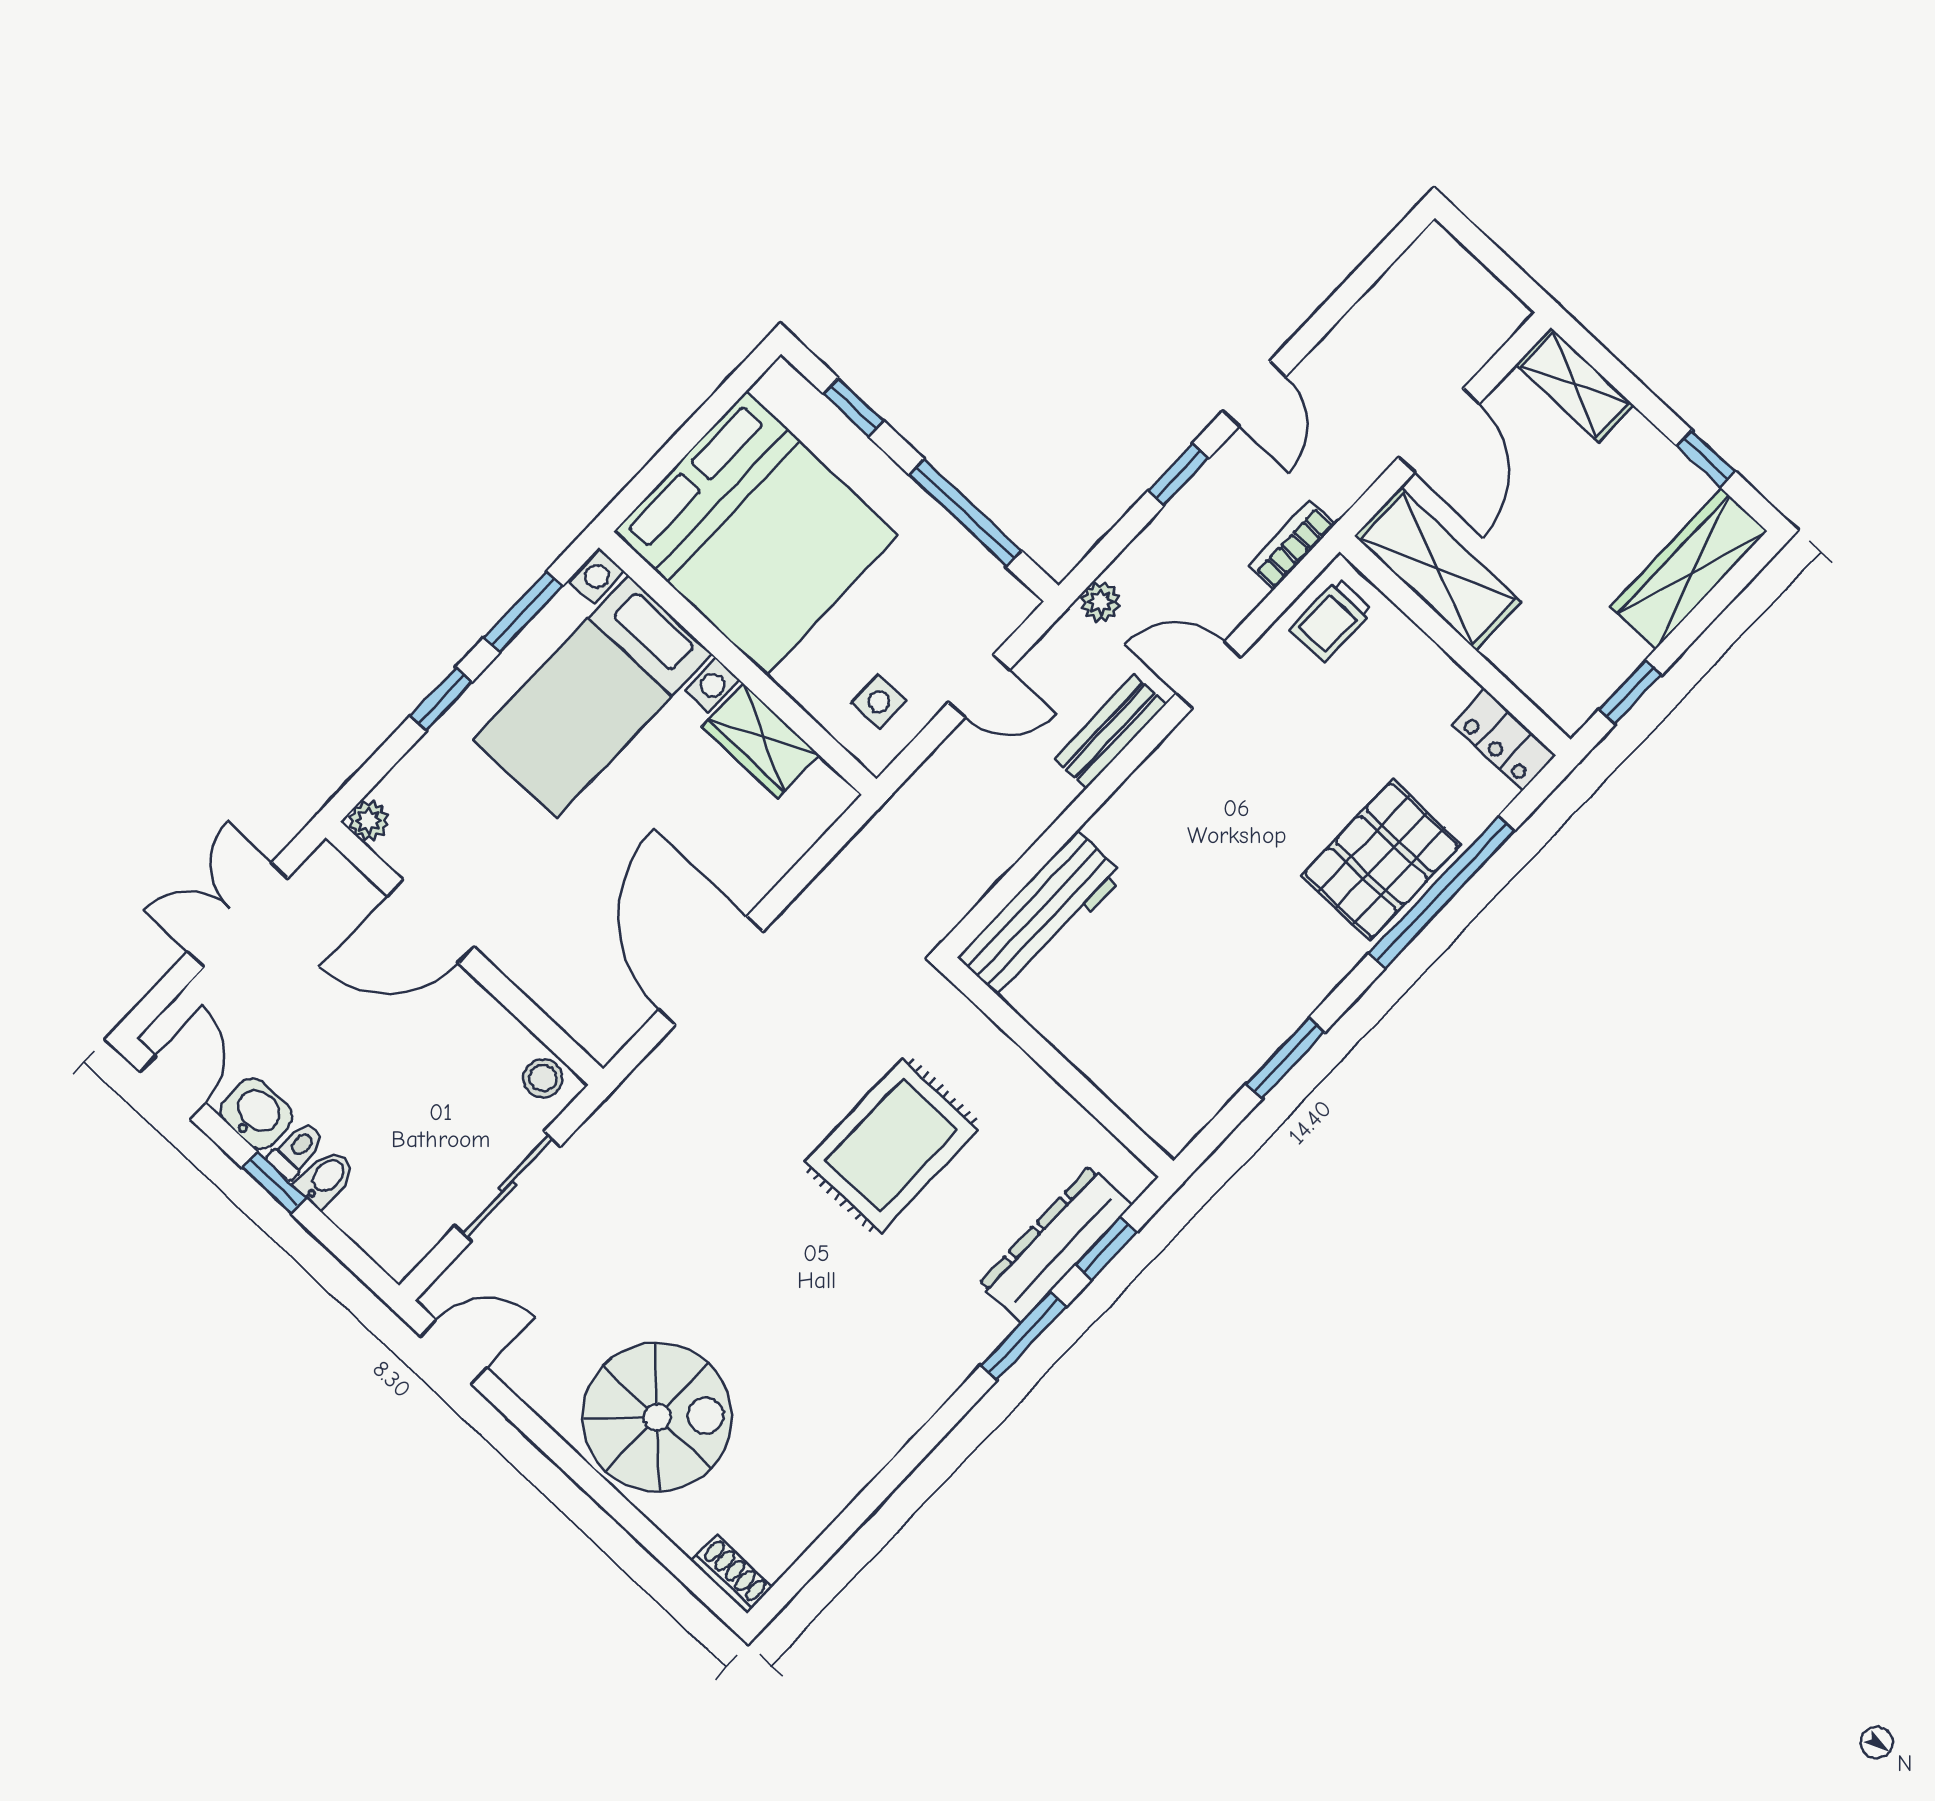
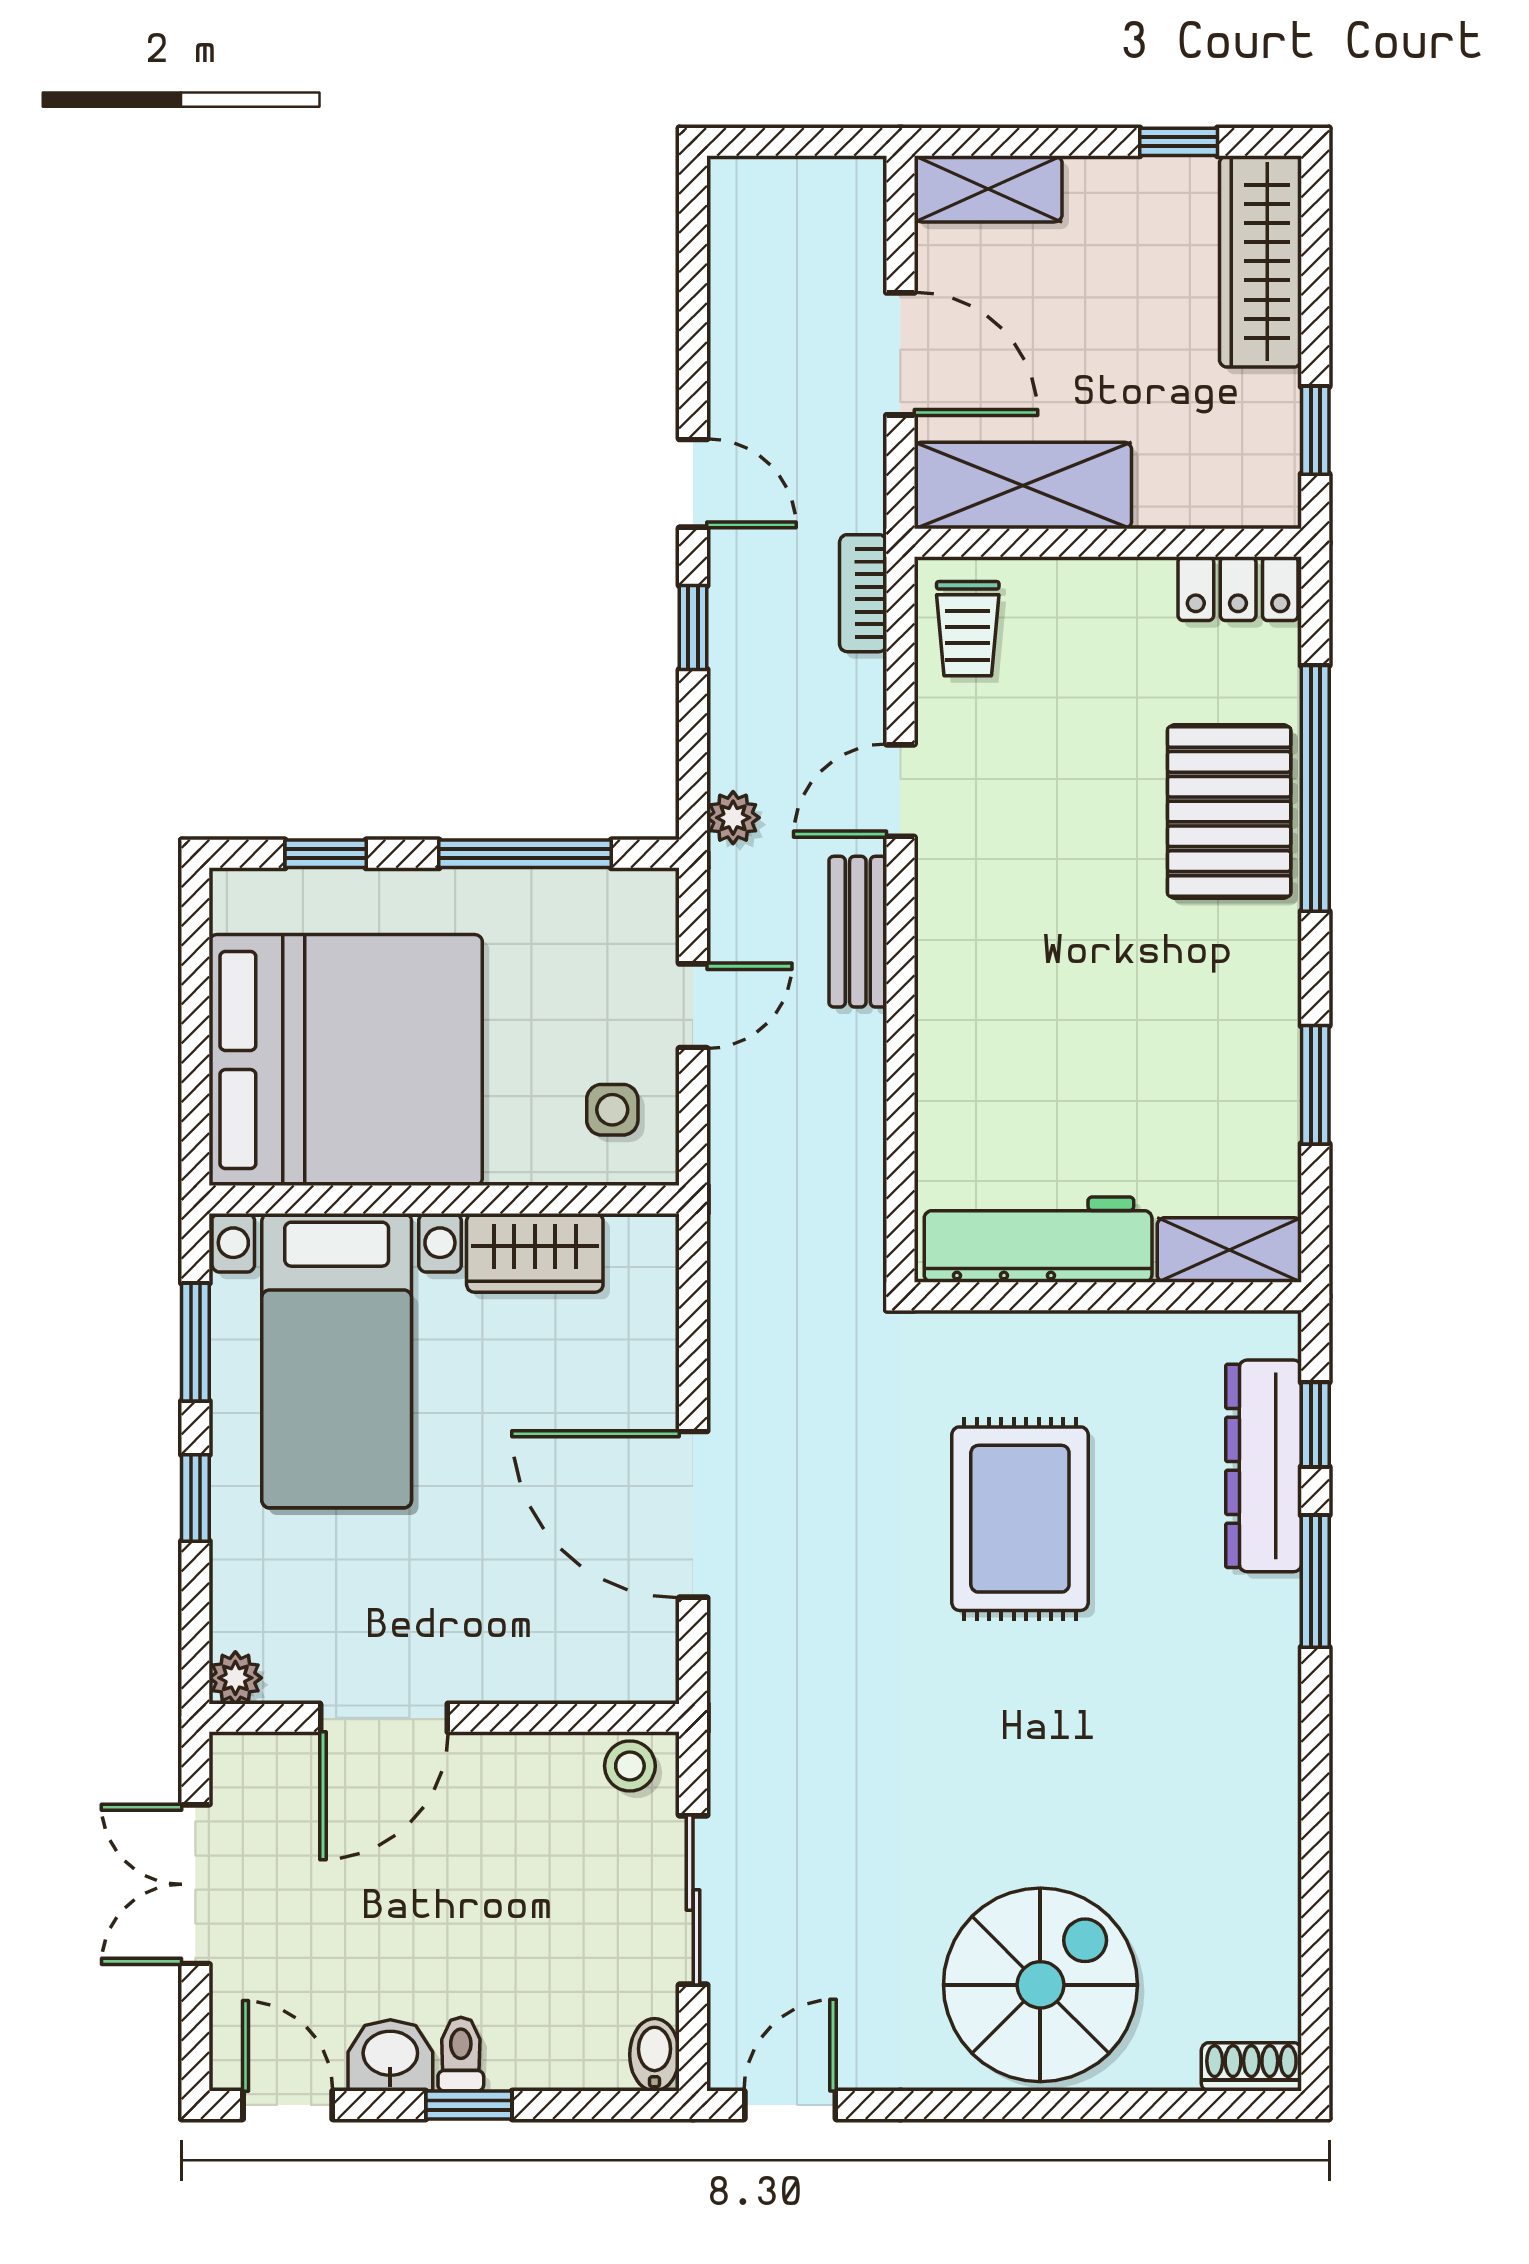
workbench: (1041, 916) -> (1038, 1240), moved, turned -90
shelving: (1150, 1105) -> (1229, 1250), added
bidet: (326, 1178) -> (655, 2055), moved

